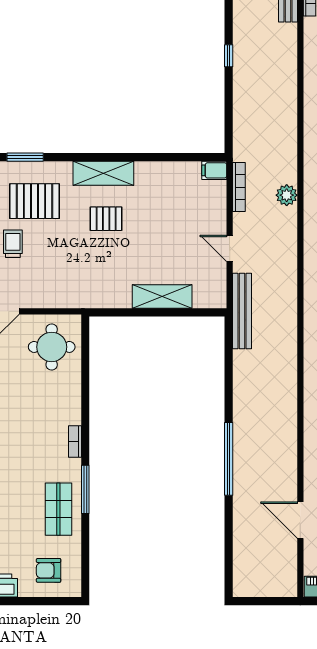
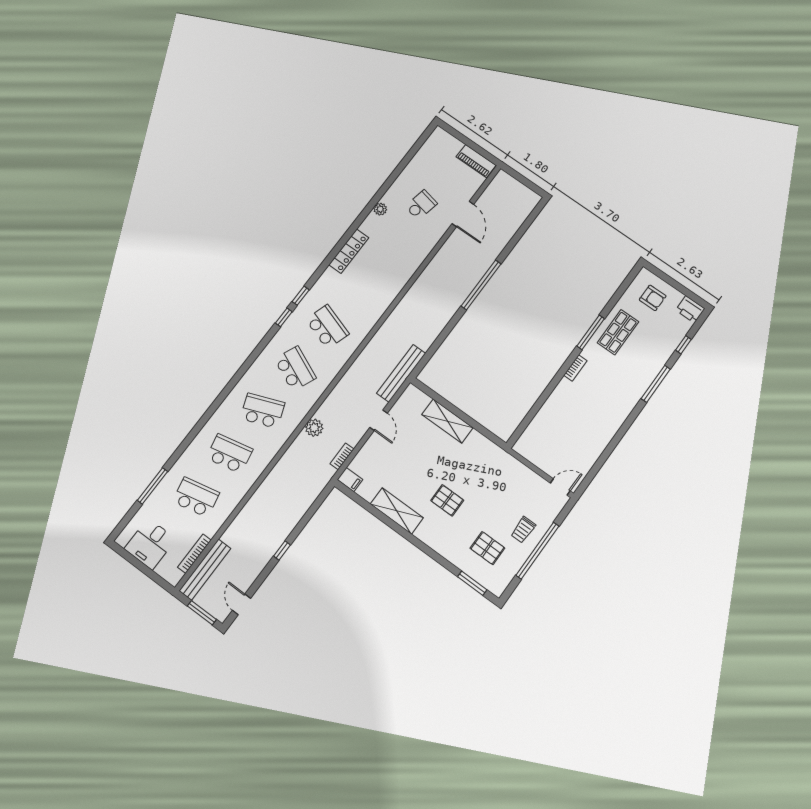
shelving: (103, 173) -> (397, 511), moved
bookcase: (239, 187) -> (342, 456), width x0.64
pallet: (35, 201) -> (487, 548), width x0.67, depth x0.71
round table: (52, 347) -> (546, 441), removed

